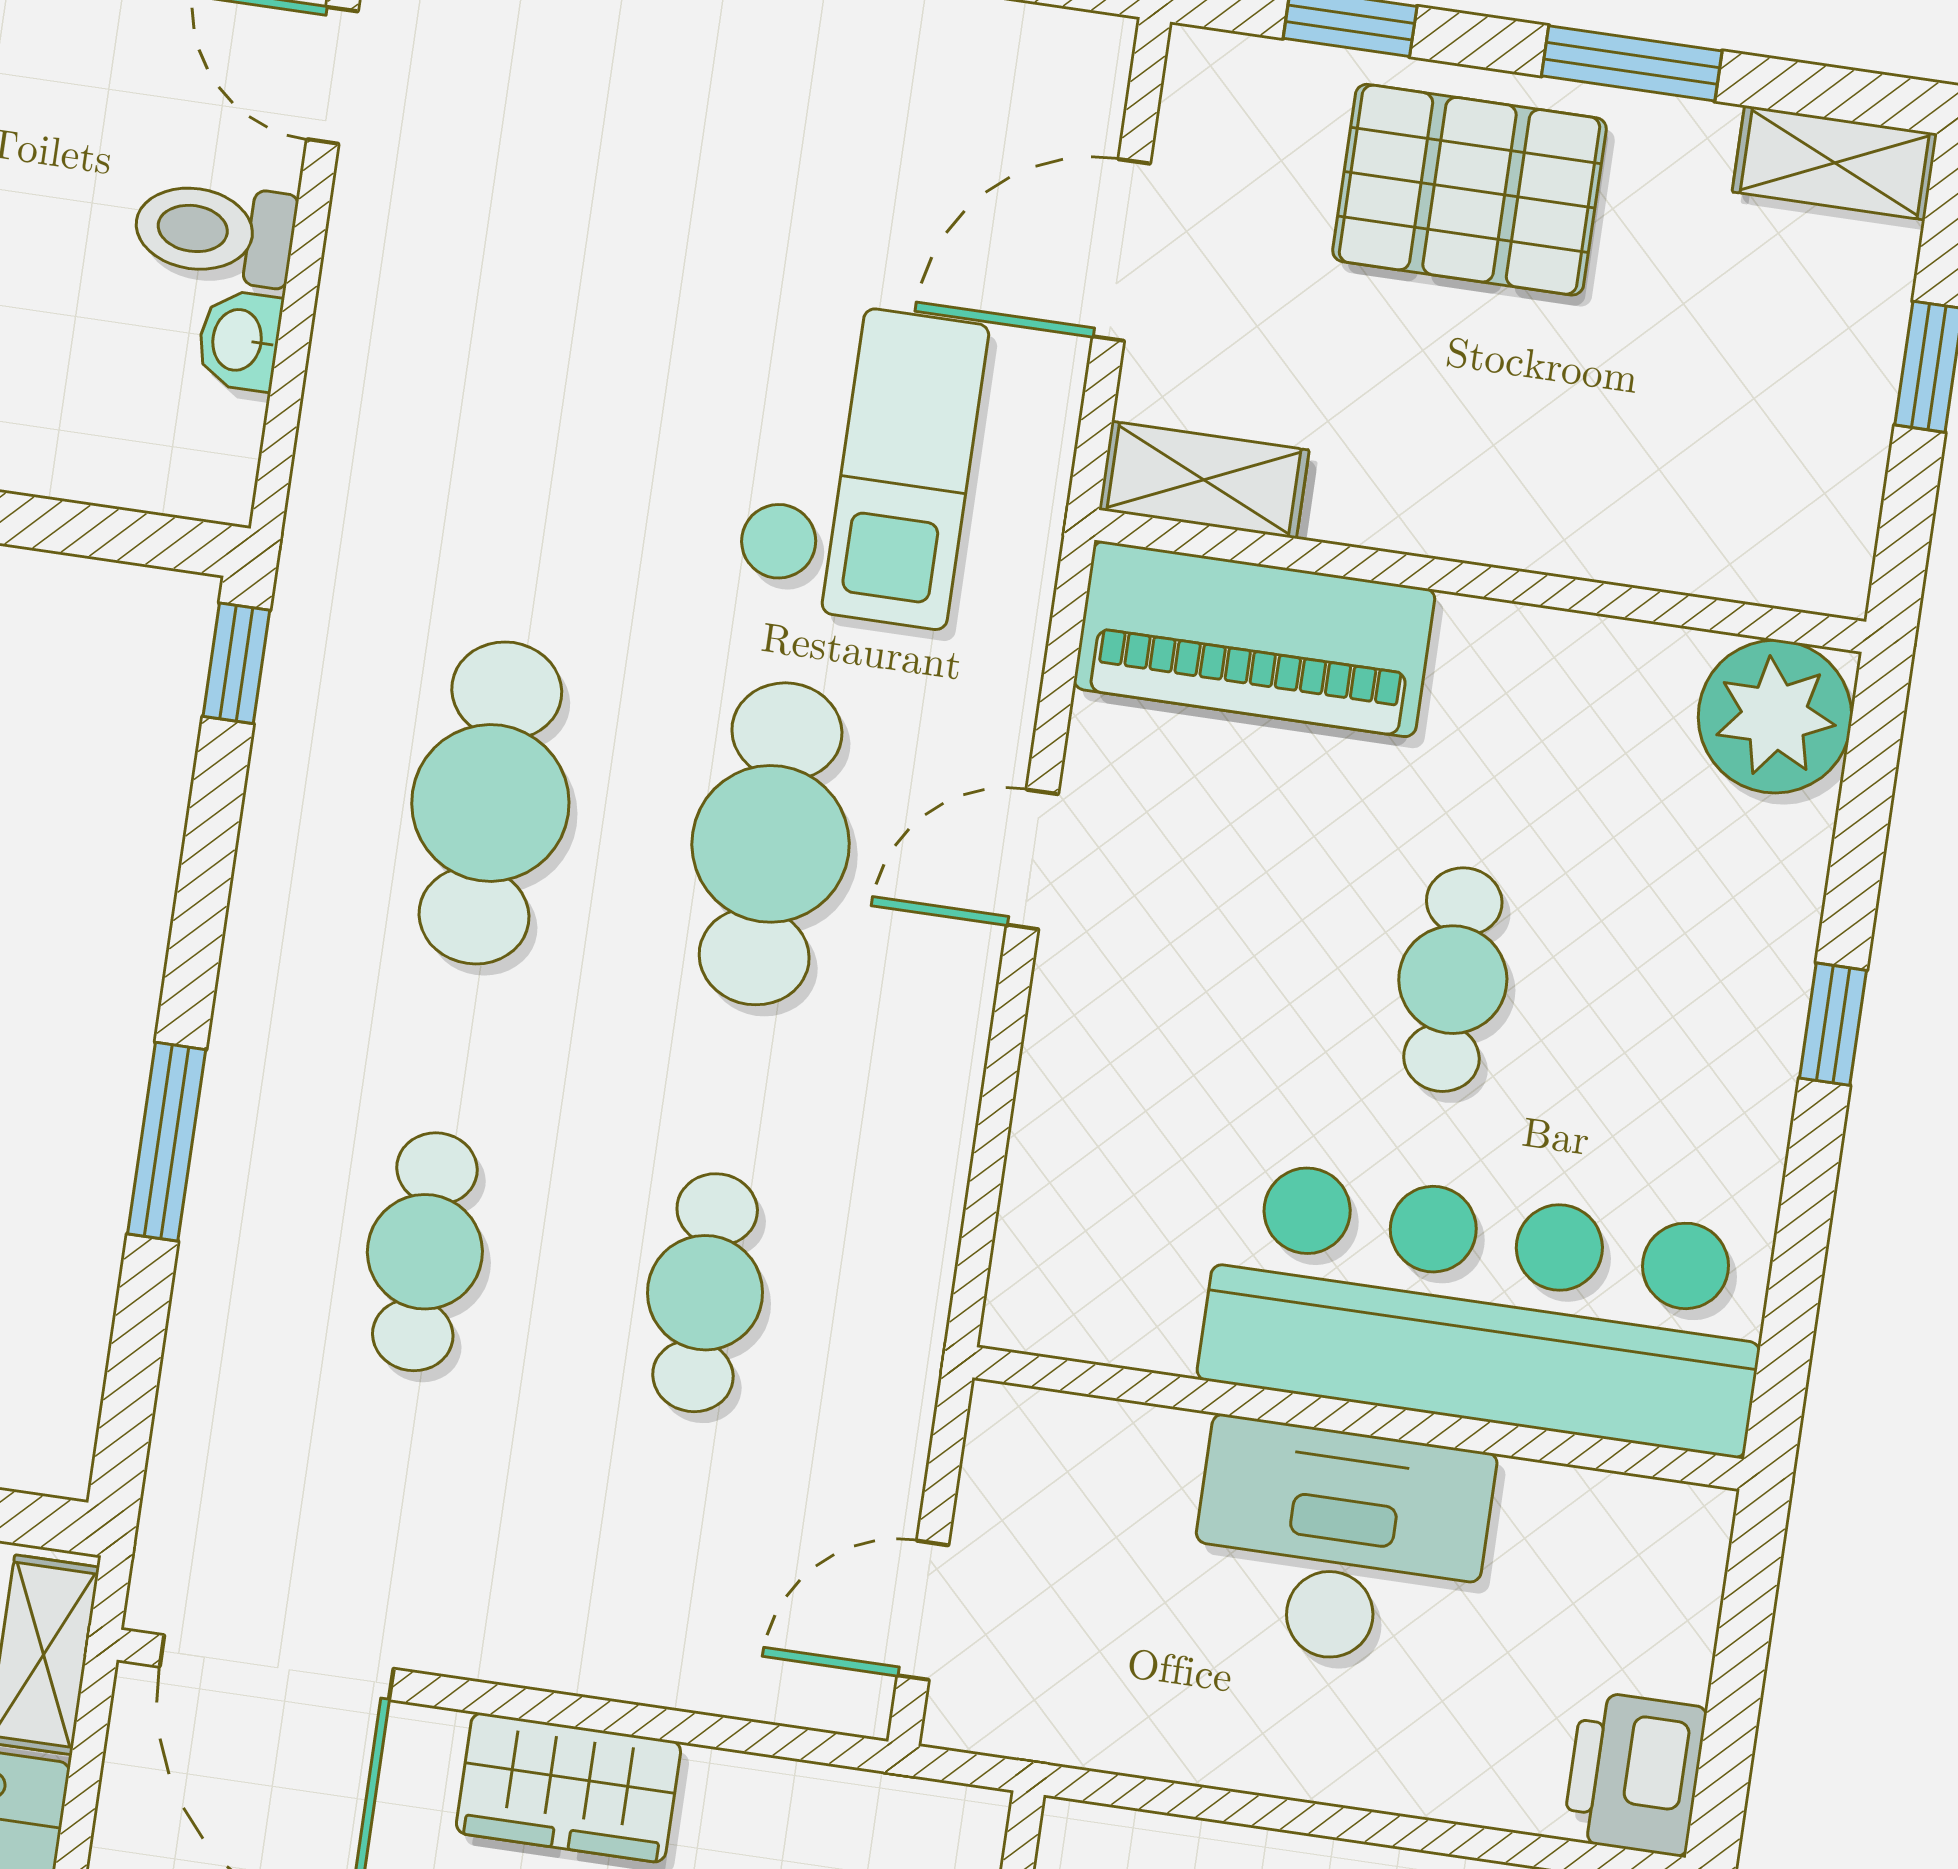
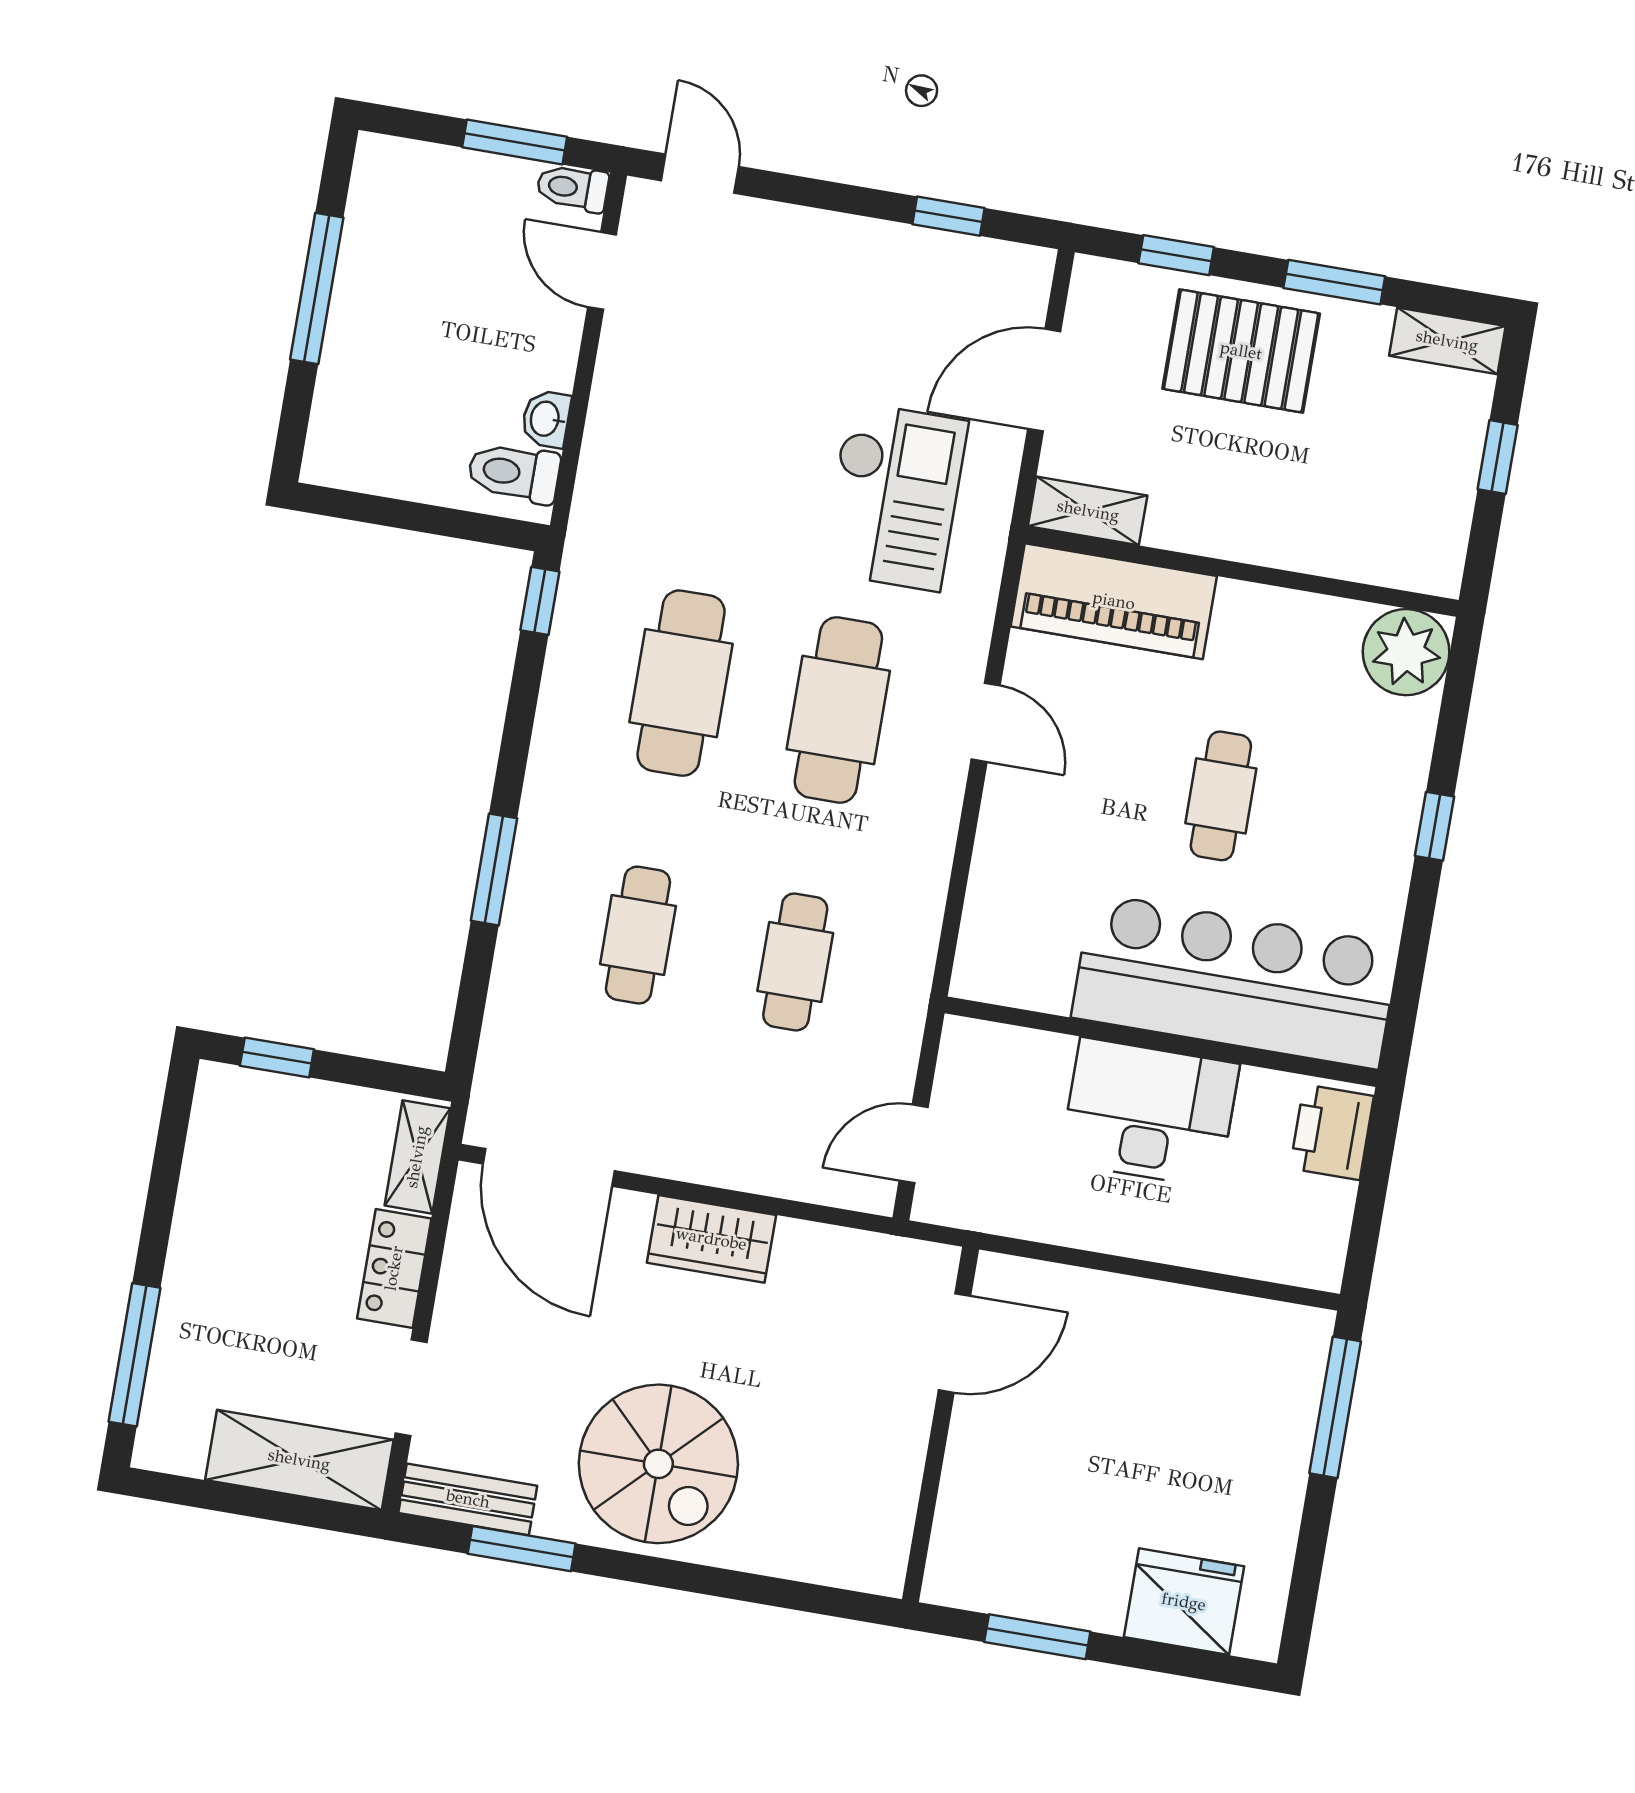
toilet: (215, 232) -> (514, 473), moved
door: (1032, 859) -> (986, 722), swing flipped
printer: (1635, 1774) -> (1332, 1132), moved

